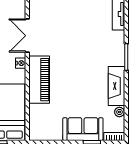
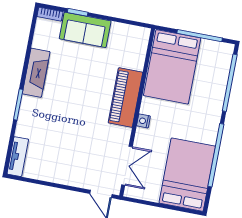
double door: (27, 36) -> (127, 166), moved
plant: (119, 112) -> (39, 42), removed

